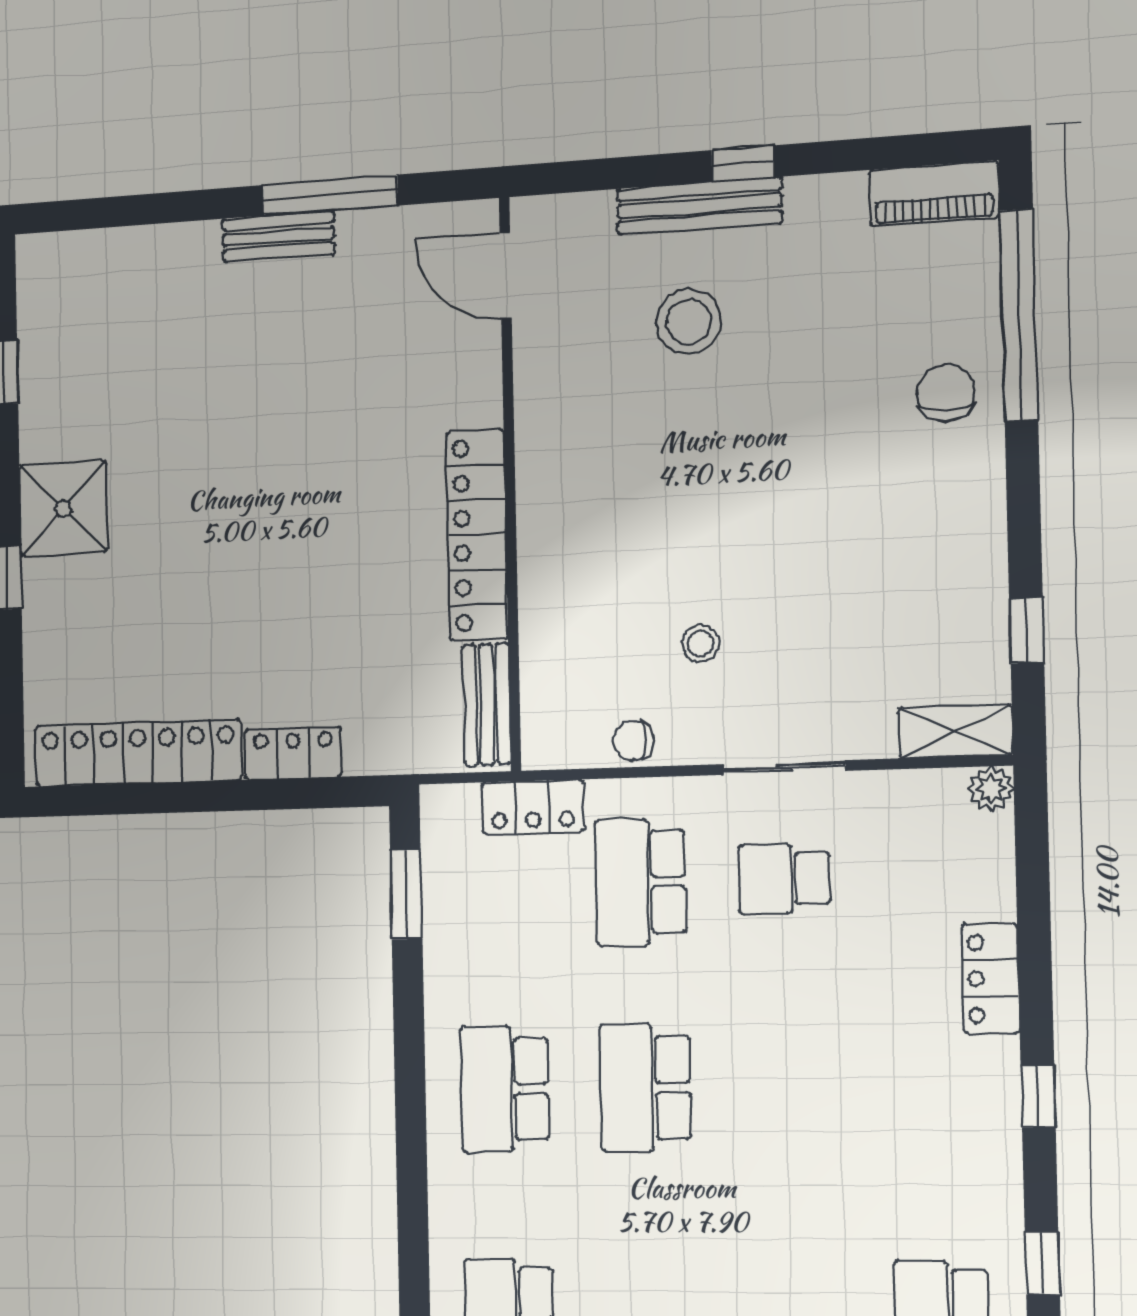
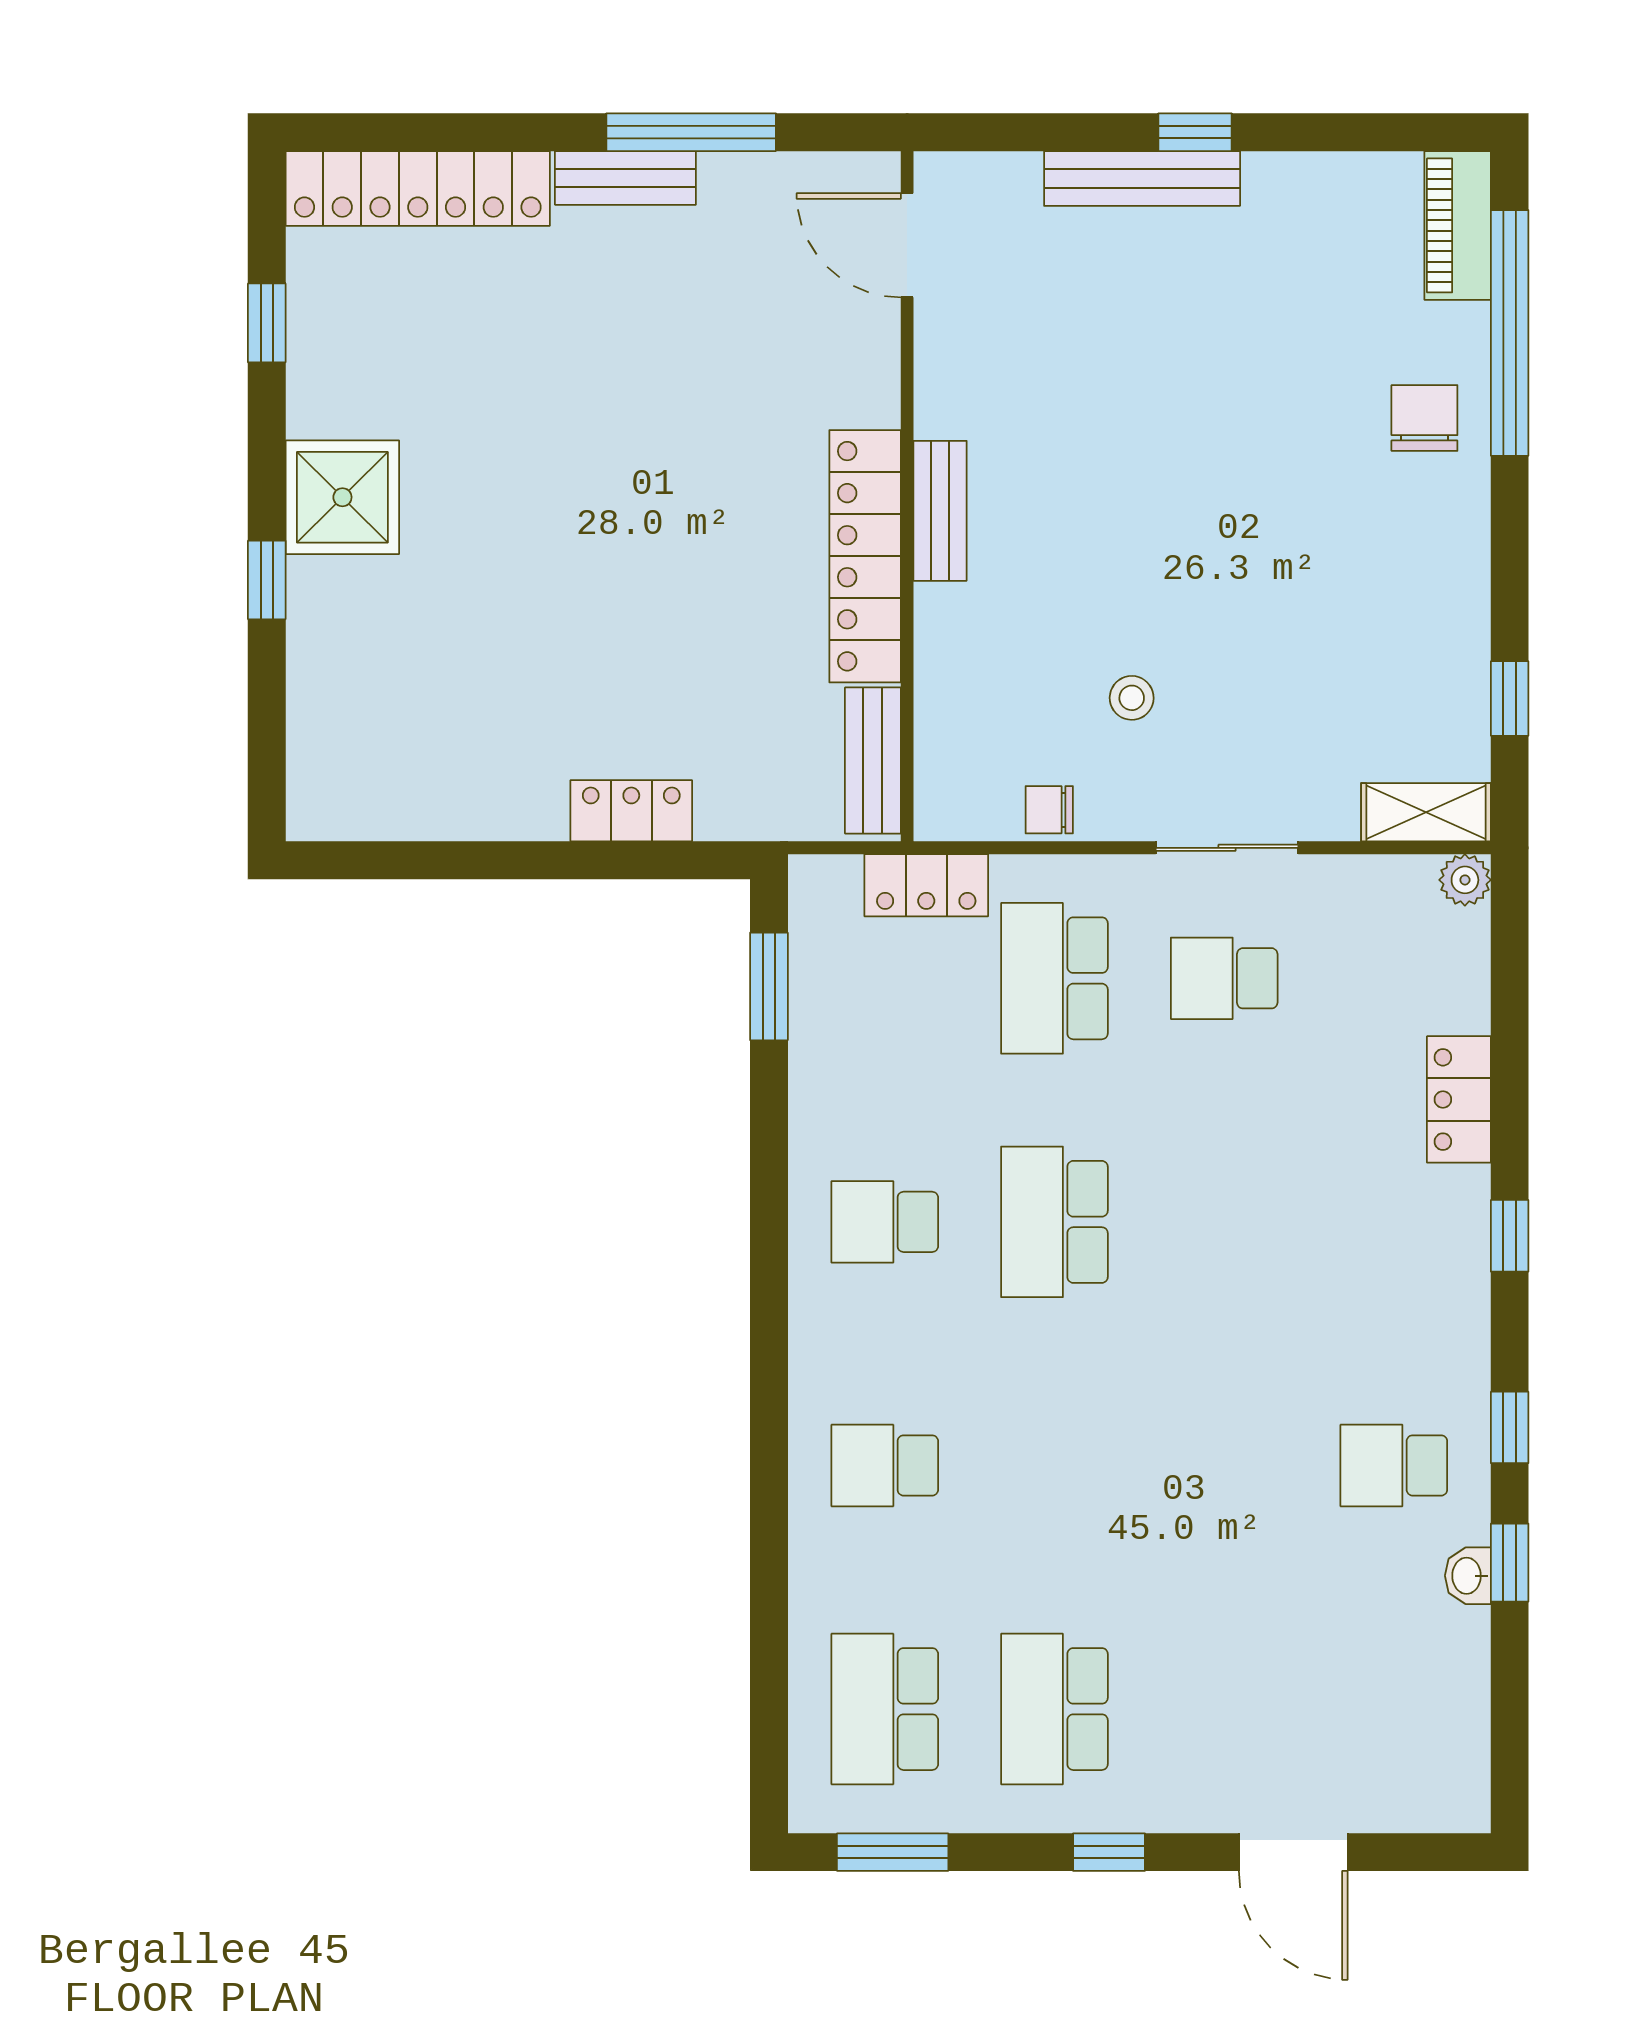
piano: (934, 193) -> (1458, 225), moved, turned 90
stool: (689, 321) -> (1126, 315), removed
bench: (537, 494) -> (940, 511), added
locker: (138, 753) -> (418, 188), moved, turned 180
school desk: (505, 1089) -> (885, 1222), width x0.54

